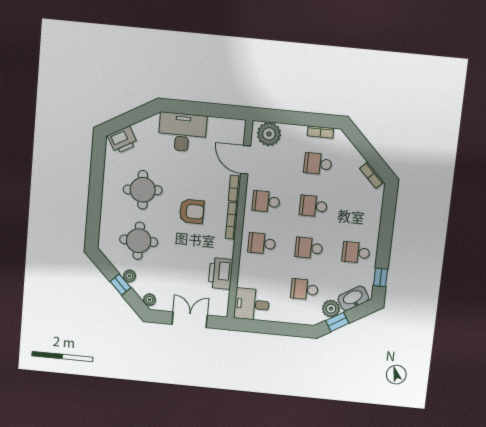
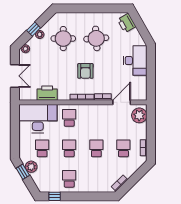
school desk: (266, 202) -> (96, 118), removed
washbasin: (353, 298) -> (39, 180), removed
desk: (252, 304) -> (38, 119), width x1.87, depth x1.30

